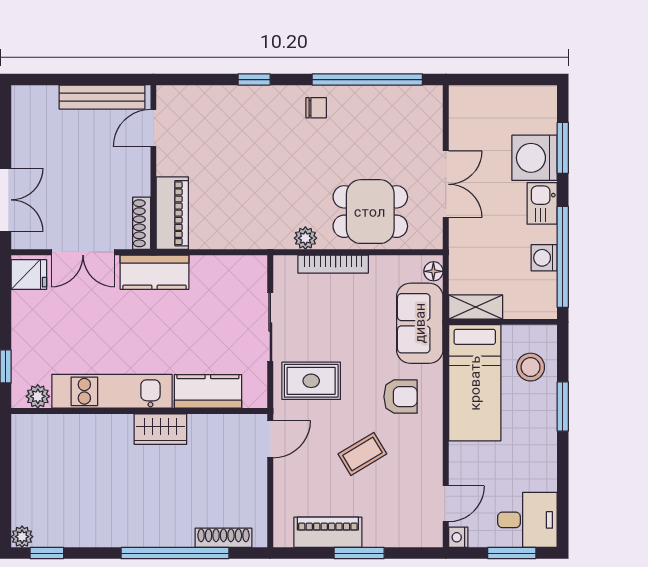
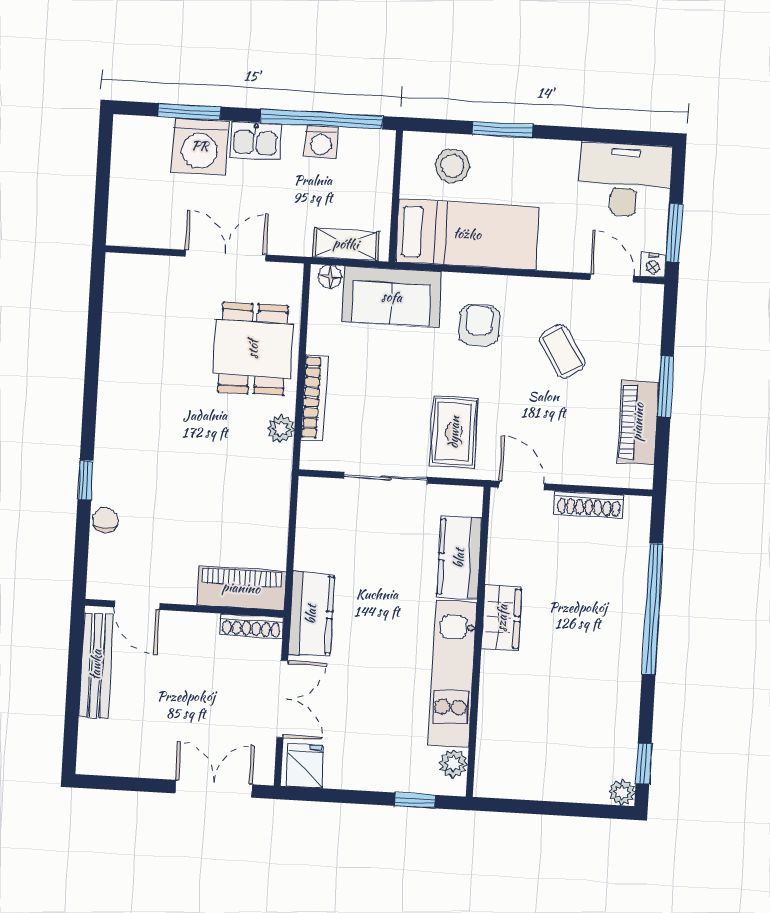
window: (367, 80) -> (93, 343), removed
chair: (316, 108) -> (106, 520), moved
shelving: (476, 307) -> (346, 244), moved, turned 90
coffee table: (362, 454) -> (562, 351), moved
desk: (527, 520) -> (624, 180), width x1.37
shoe rack: (223, 538) -> (589, 505), moved, turned -90
window: (512, 553) -> (674, 233), moved

